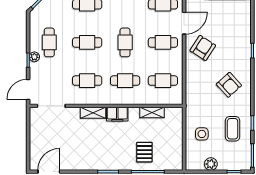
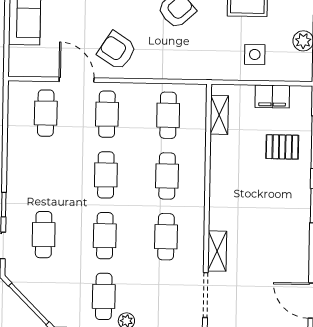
cafe table: (49, 42) -> (104, 296), turned 90
cafe table: (125, 42) -> (106, 175), turned 90
shelving: (152, 112) -> (219, 115), moved
shelving: (93, 113) -> (217, 251), moved
filing cabinet: (117, 114) -> (272, 96), moved, turned 90

